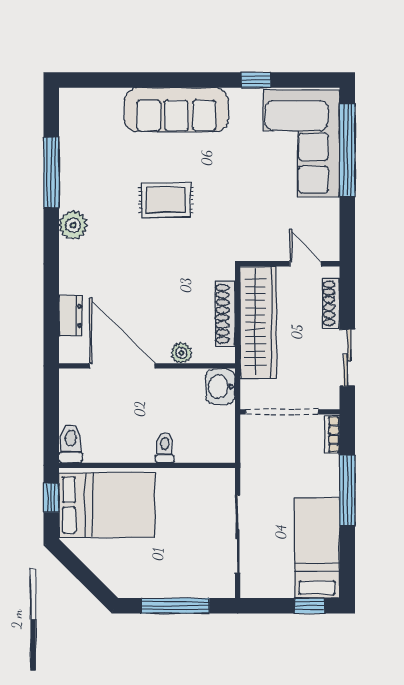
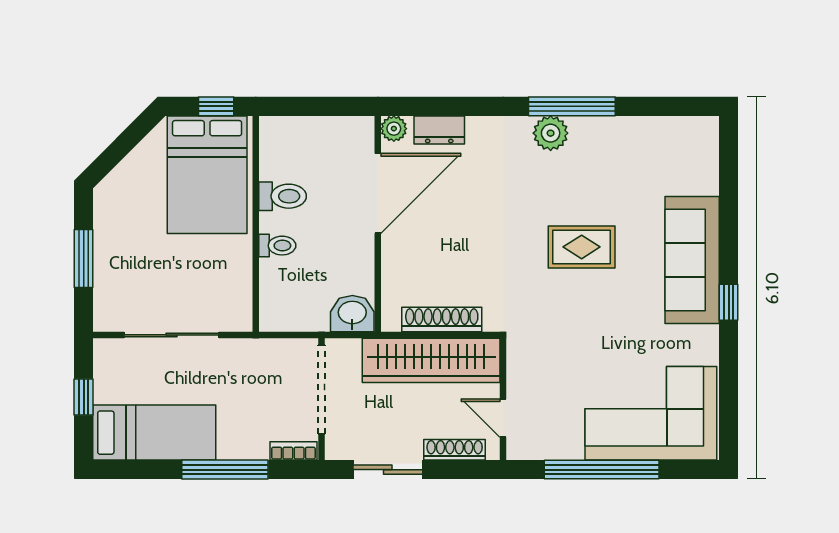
window: (256, 80) -> (729, 302), moved
window: (347, 150) -> (602, 470), moved
window: (51, 173) -> (572, 106), moved
rug: (166, 200) -> (582, 247), turned 90
door: (305, 264) -> (503, 418), swing flipped
plant: (181, 353) -> (394, 129), moved
toilet: (71, 444) -> (283, 196), moved
window: (175, 606) -> (84, 258), width x0.69
window: (309, 606) -> (84, 397), moved

